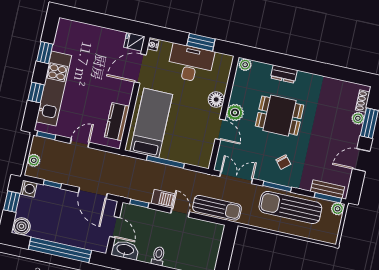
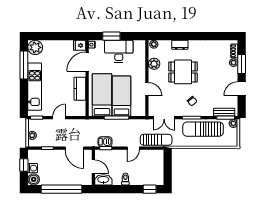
plant: (67, 30) -> (35, 47), added
window: (201, 42) -> (111, 36), moved
window: (45, 53) -> (24, 65), width x2.17
window: (36, 93) -> (24, 92), removed
floor lamp: (216, 100) -> (140, 71), removed
plant: (235, 113) -> (154, 64), moved
kitchen counter: (117, 122) -> (80, 89), moved
bed: (180, 131) -> (122, 96), added
double door: (236, 177) -> (164, 118), swing flipped
washing machine: (28, 189) -> (33, 168), moved
barbecue: (163, 199) -> (105, 142), moved
door: (180, 213) -> (133, 148), swing flipped

